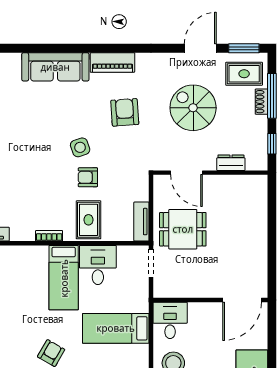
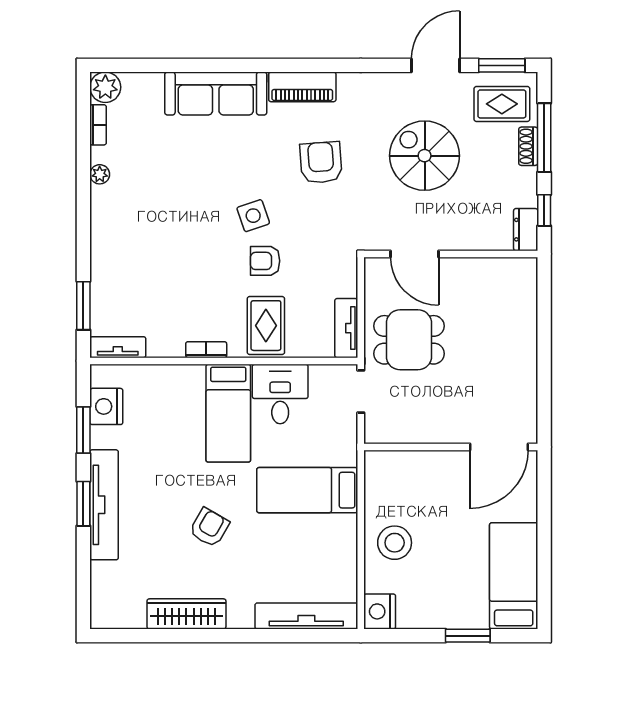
dresser: (231, 163) -> (526, 230), moved, turned -90
desk: (170, 320) -> (390, 478), removed

